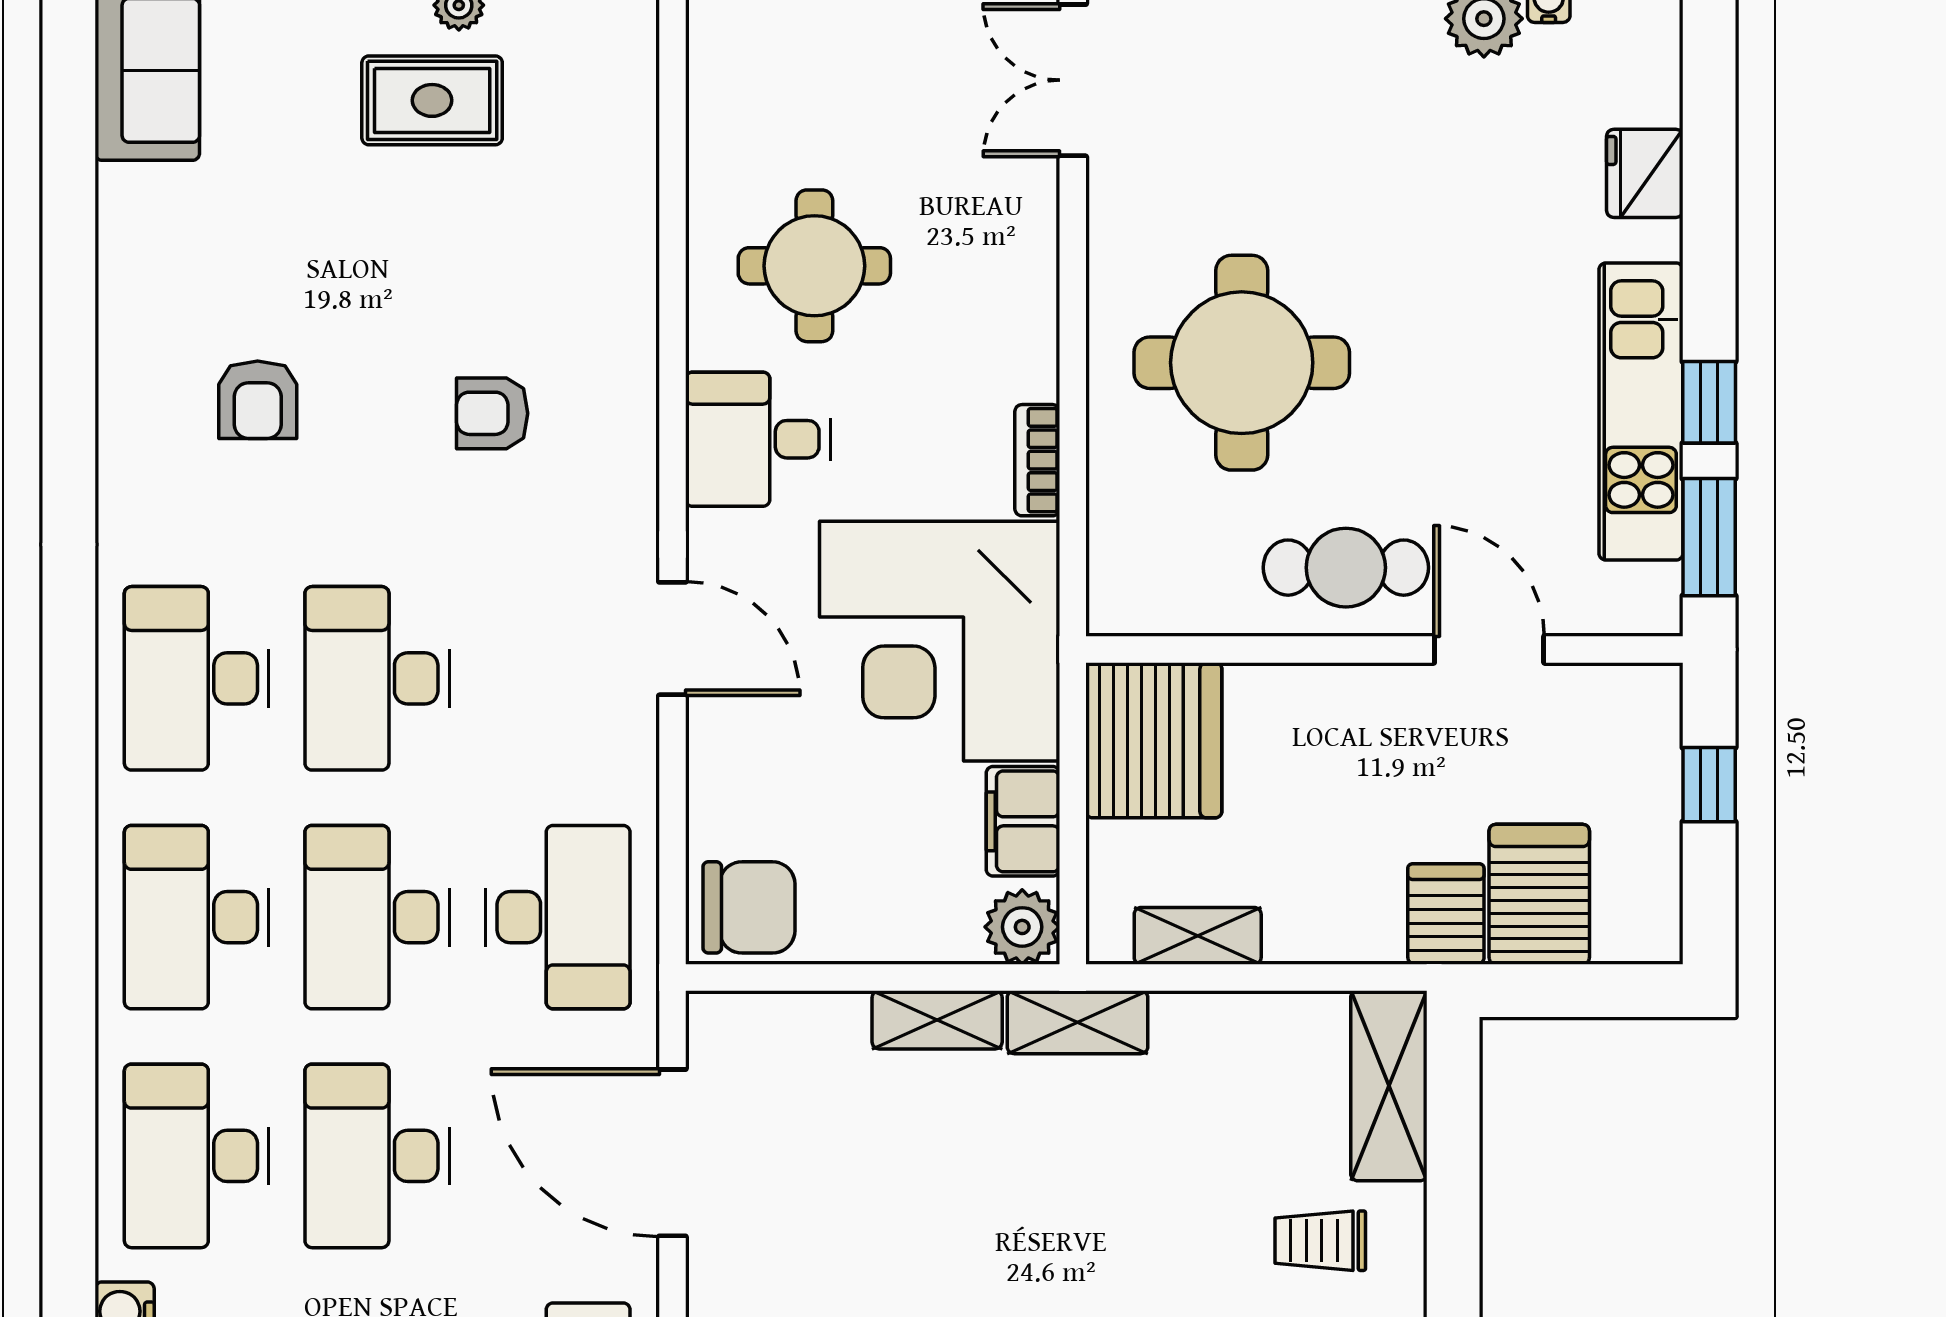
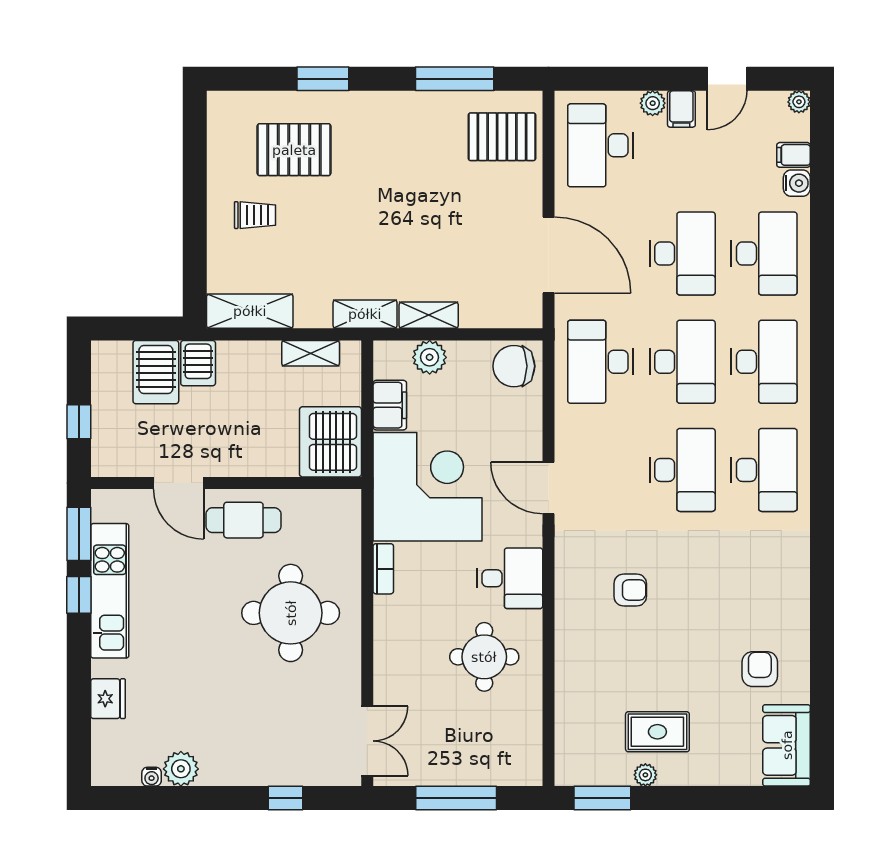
armchair: (258, 400) -> (760, 669), moved
plant: (1022, 927) -> (430, 357), moved
shelving: (1389, 1086) -> (250, 311), moved, turned 90

